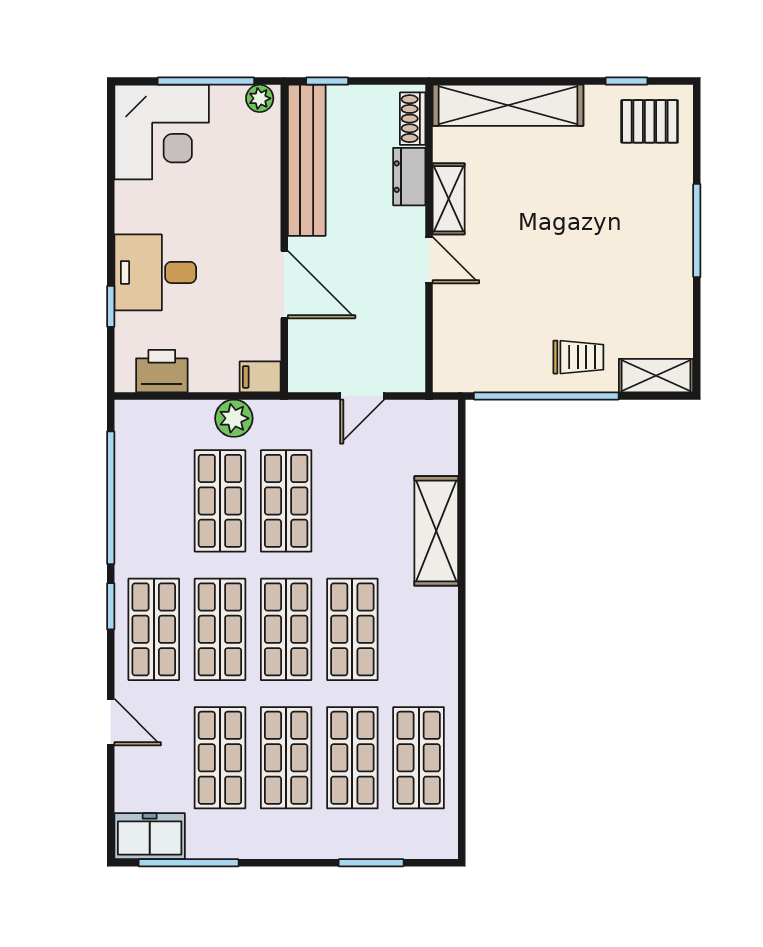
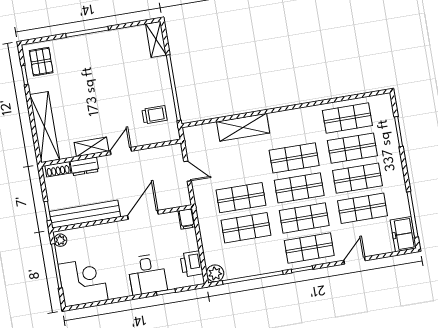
trolley: (578, 357) -> (154, 115), moved, turned 90
plant: (234, 418) -> (215, 273), moved

